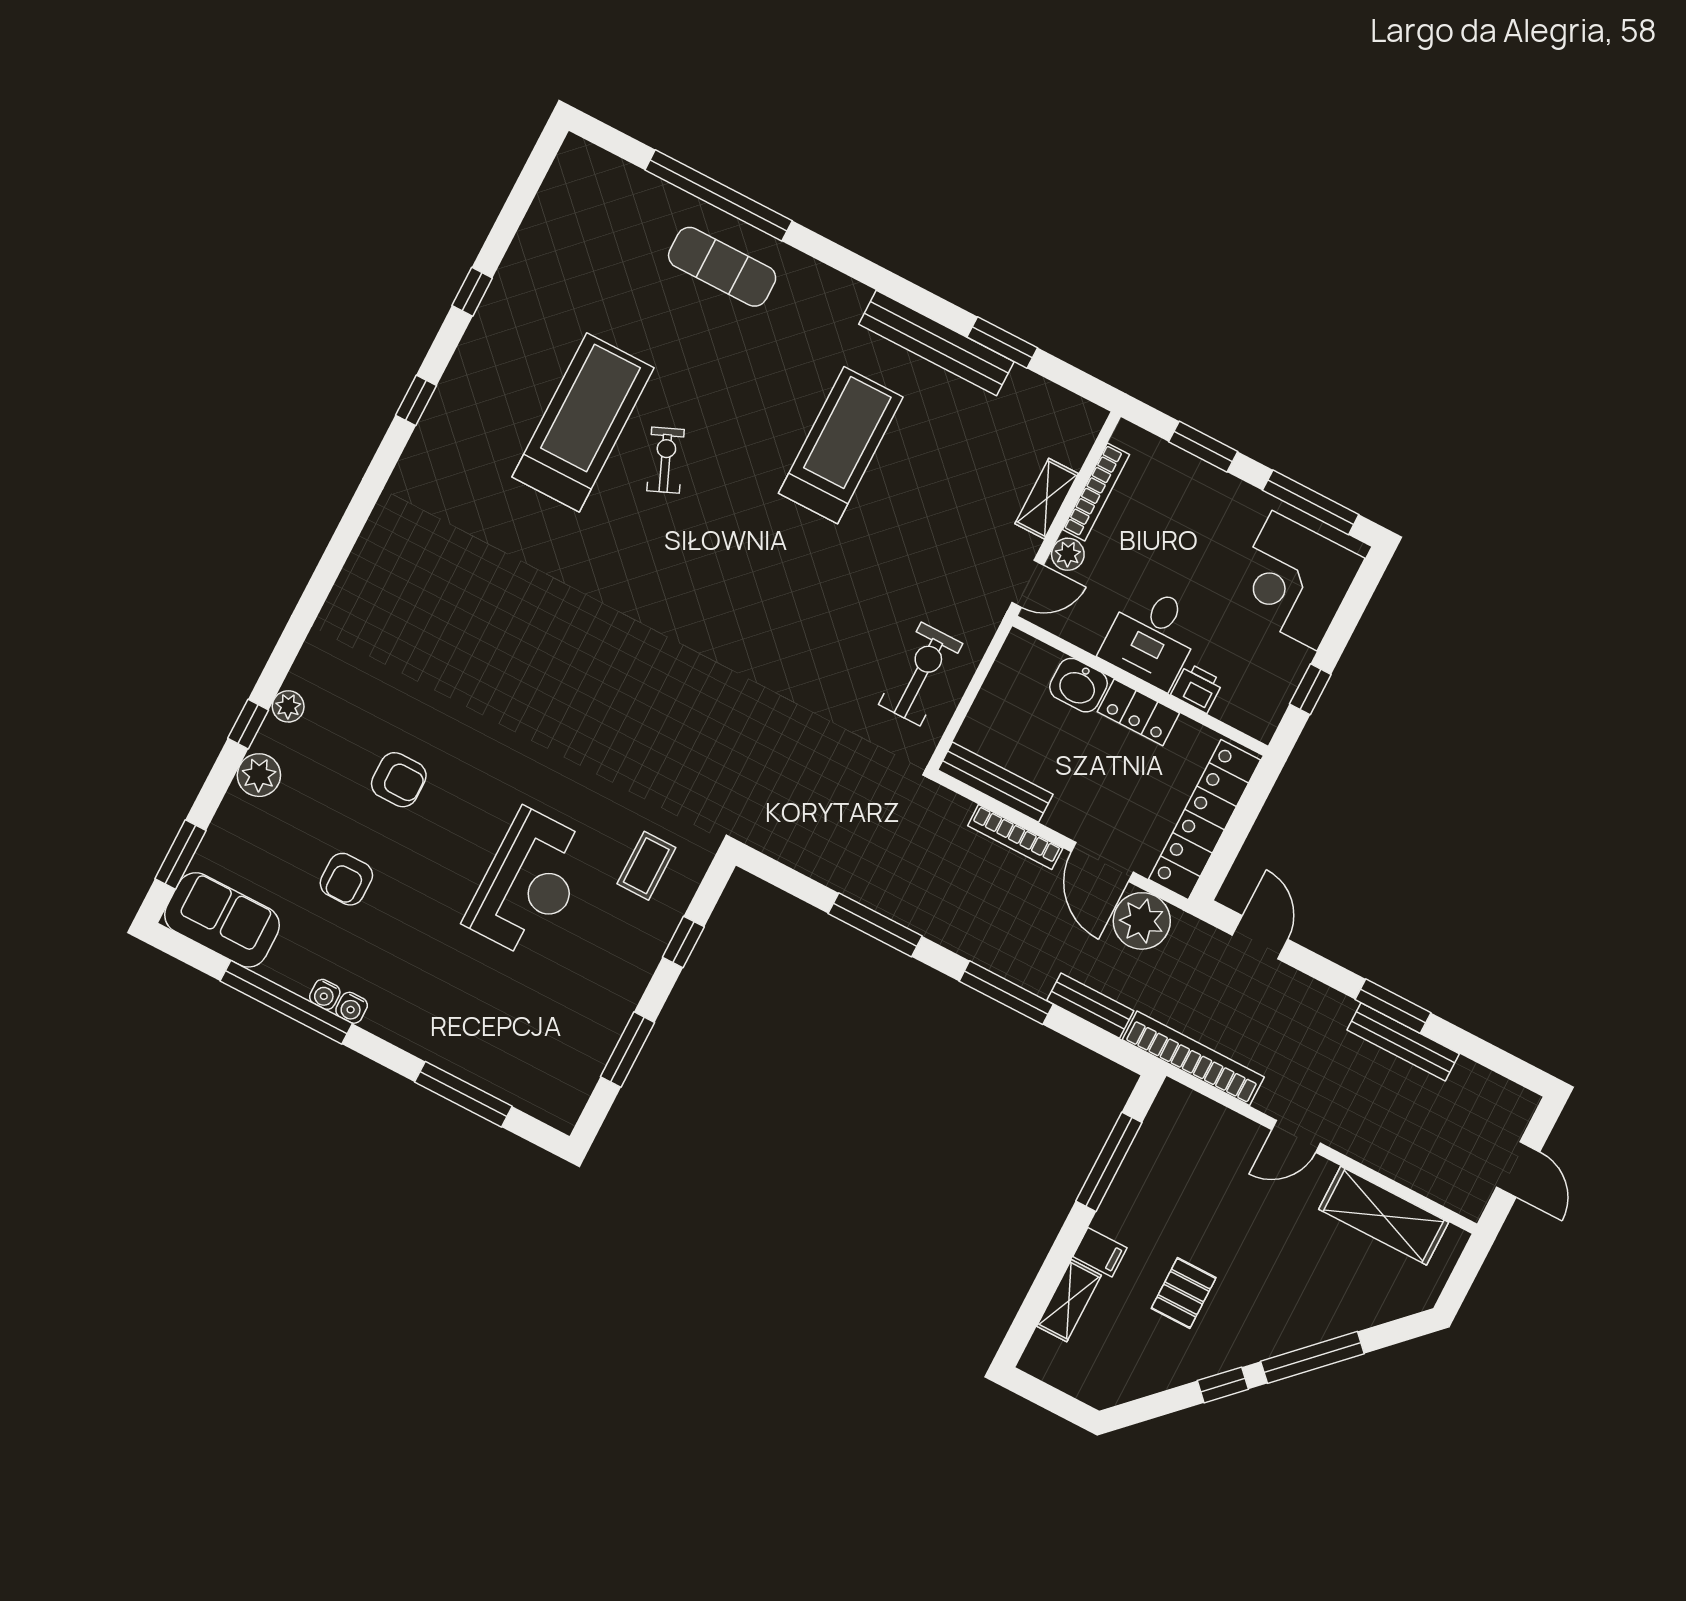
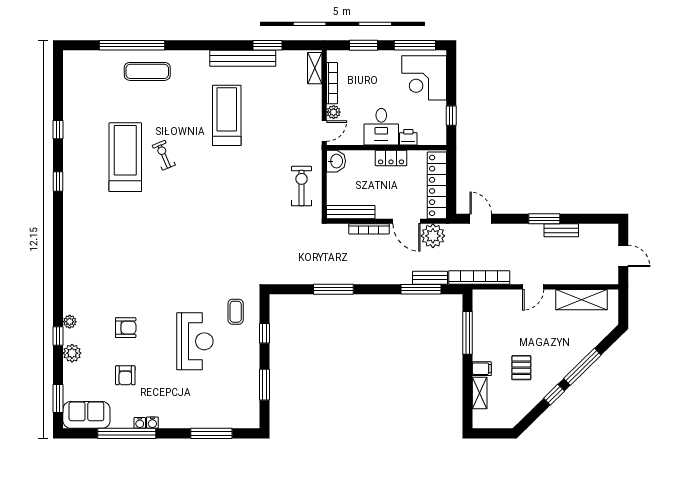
shelving: (1047, 499) -> (315, 68), moved
washbasin: (1078, 685) -> (336, 161), moved, turned -90
window: (1006, 993) -> (421, 289), moved
bench: (1403, 1042) -> (561, 230), width x0.73

